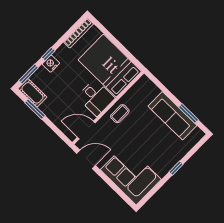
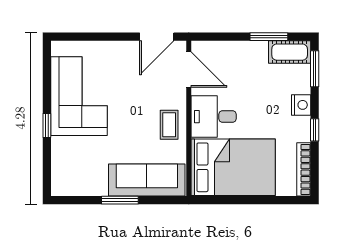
window: (48, 54) -> (315, 130), moved
window: (188, 113) -> (120, 200), moved
sofa: (172, 116) -> (147, 180), moved
door: (86, 130) -> (189, 70), hinge flipped
corner sofa: (131, 174) -> (79, 96), moved, turned -90

